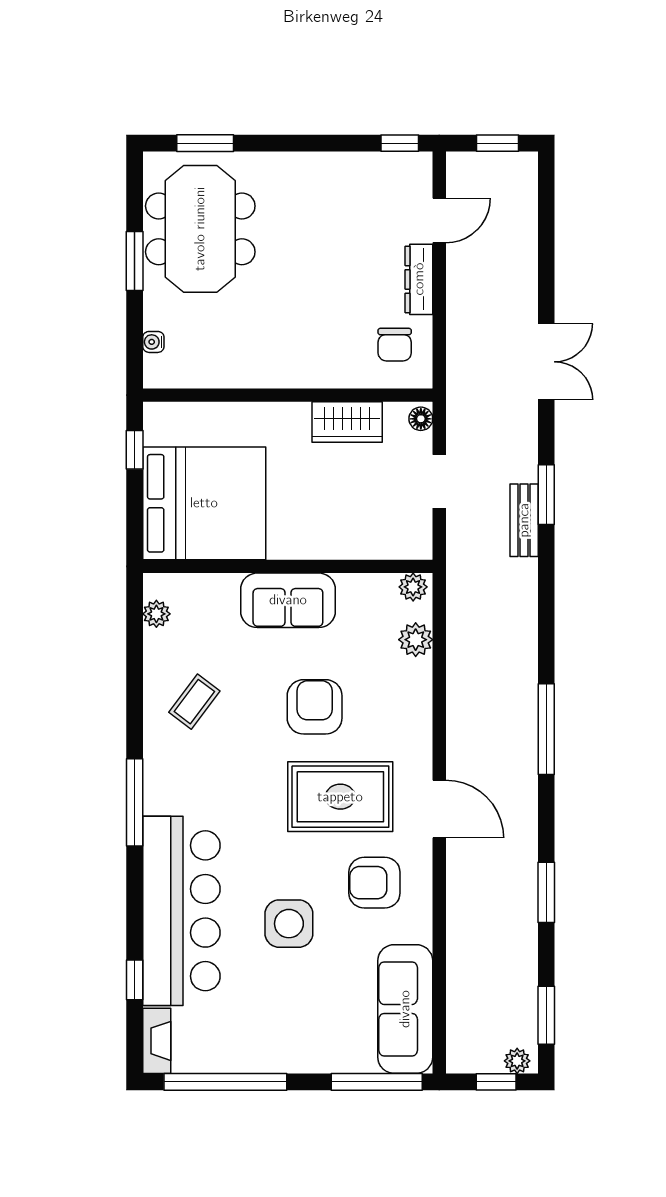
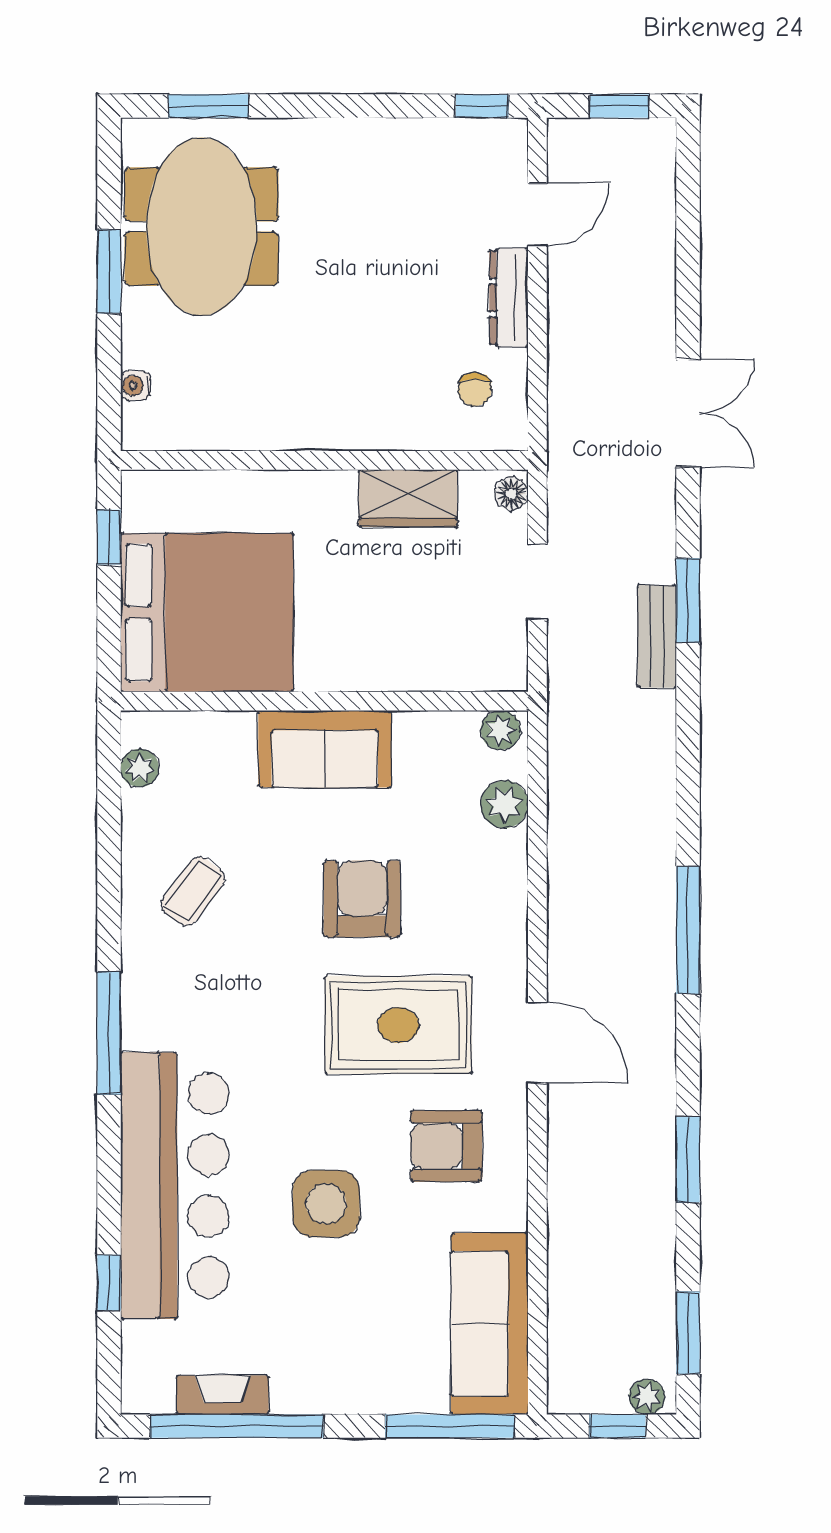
chair: (395, 345) -> (475, 389), width x0.73, depth x0.73
fireplace: (157, 1041) -> (223, 1395), moved, turned -90

